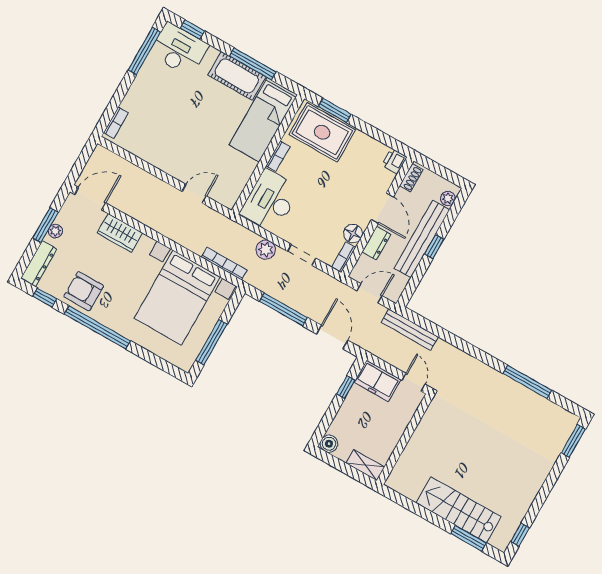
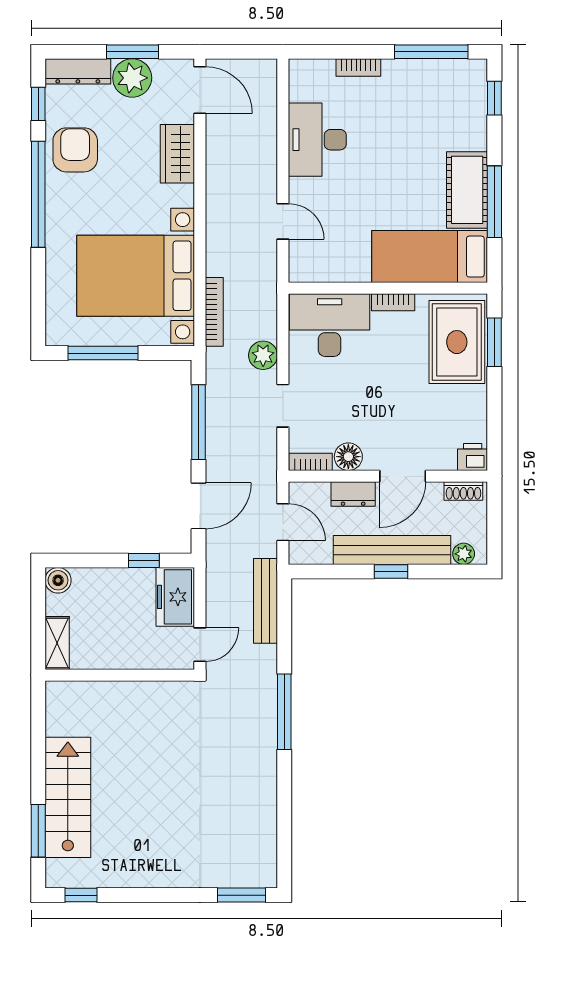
desk: (179, 50) -> (317, 140), moved, turned 180
bookcase: (116, 123) -> (358, 67), moved
plant: (55, 231) -> (132, 78), width x1.87, depth x1.87
window: (527, 382) -> (284, 712), moved

